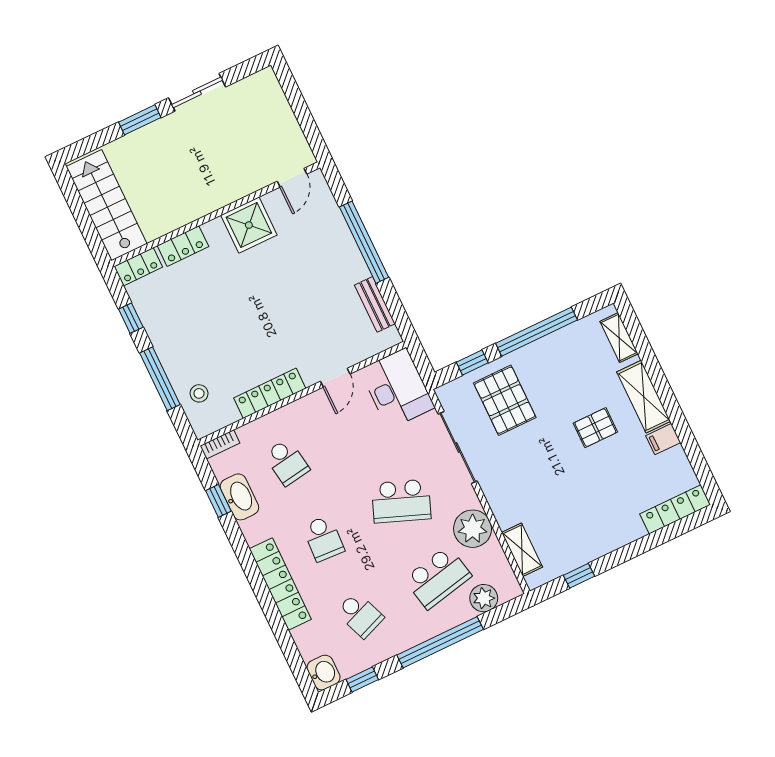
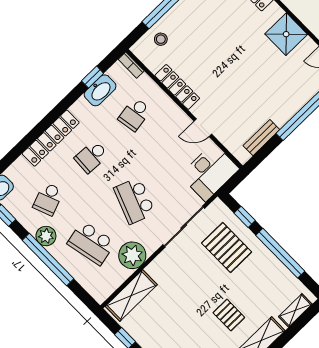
pallet: (505, 400) -> (227, 247), turned 90
shelving: (522, 550) -> (131, 295), width x1.50, depth x1.33
plant: (484, 598) -> (46, 236), moved

